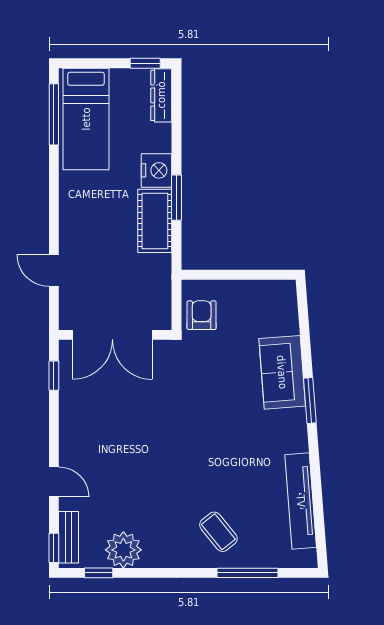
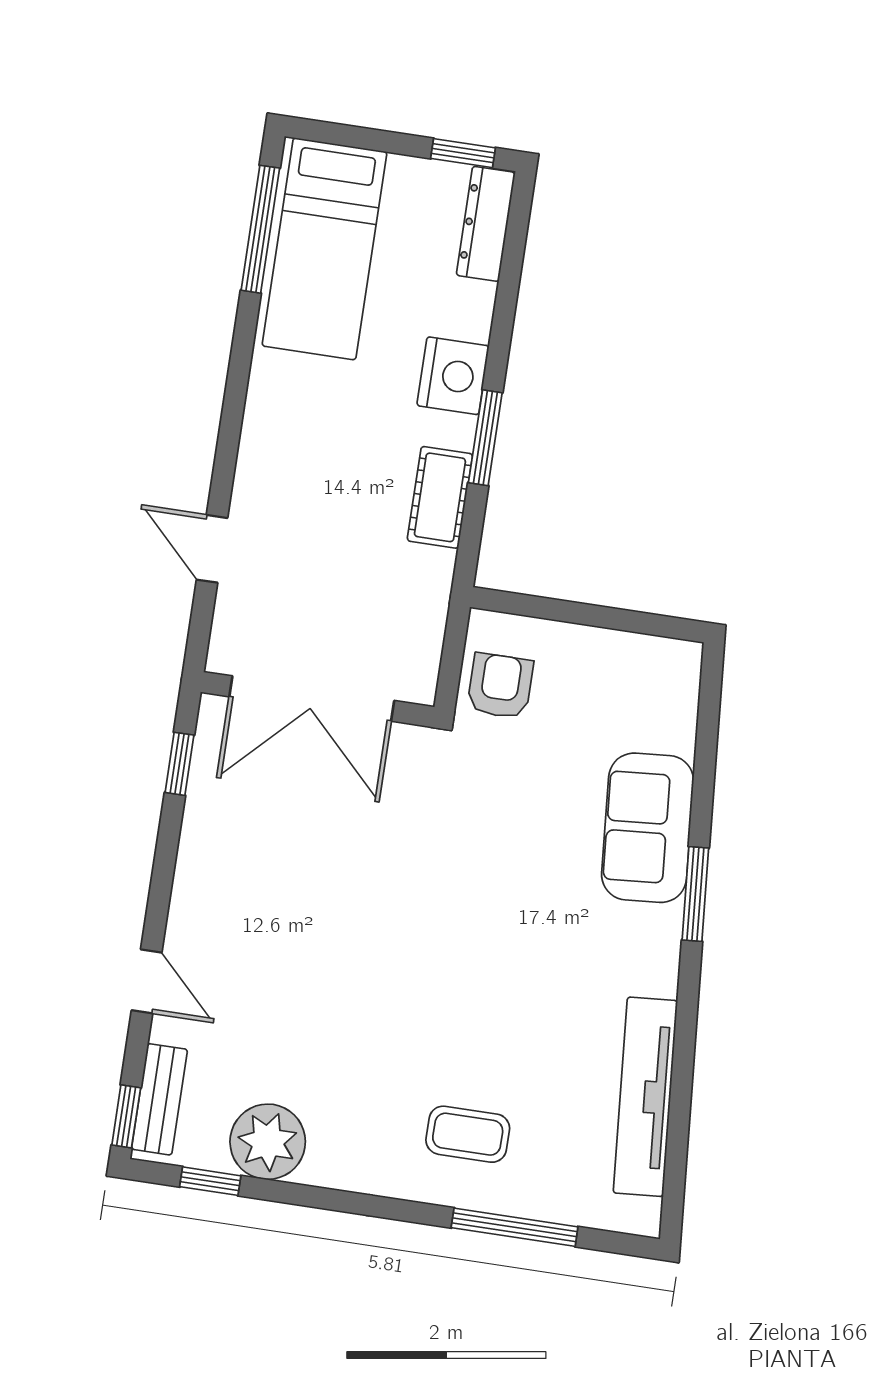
cot: (155, 221) -> (440, 497), width x0.73, depth x0.75
coffee table: (218, 532) -> (468, 1134), turned -51

